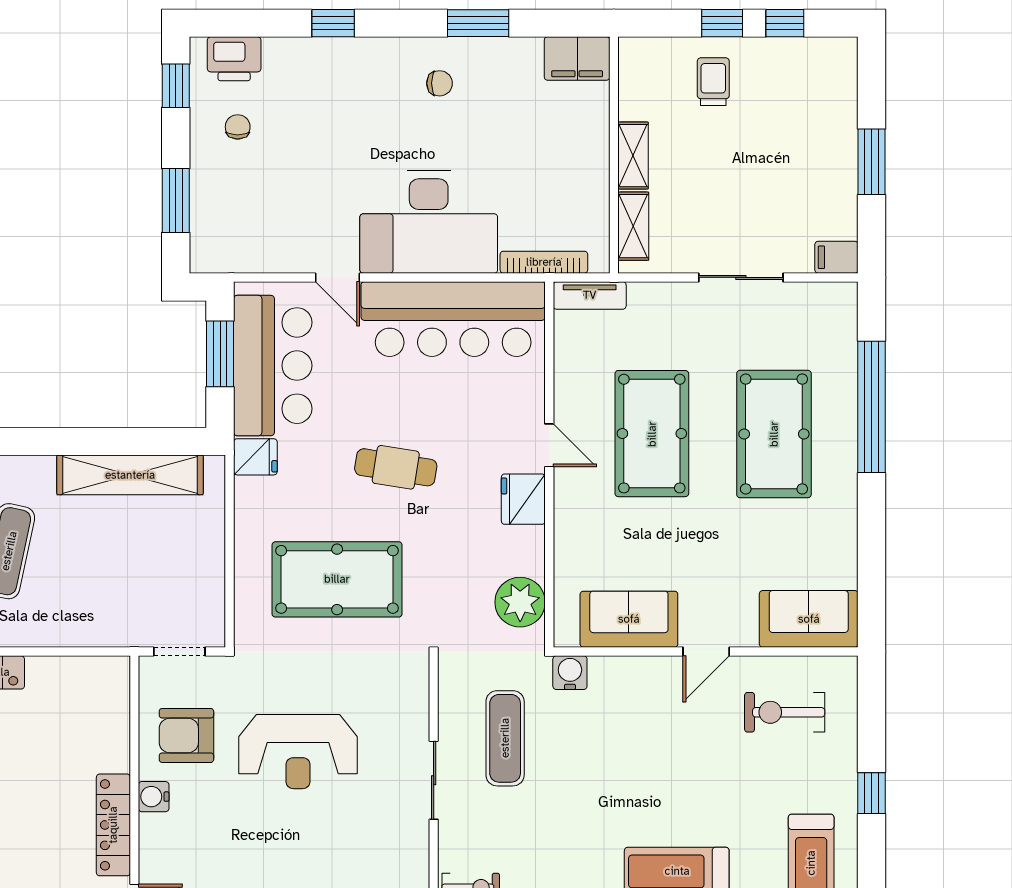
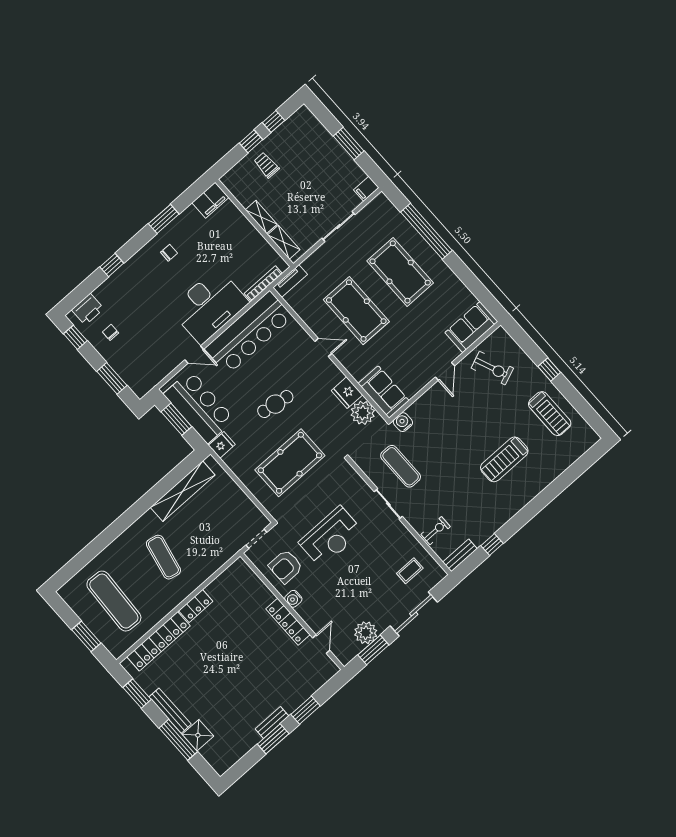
fridge: (523, 499) -> (347, 393), moved
sofa: (629, 619) -> (384, 392), moved, turned 90
exercise bike: (785, 712) -> (492, 368), turned -112

